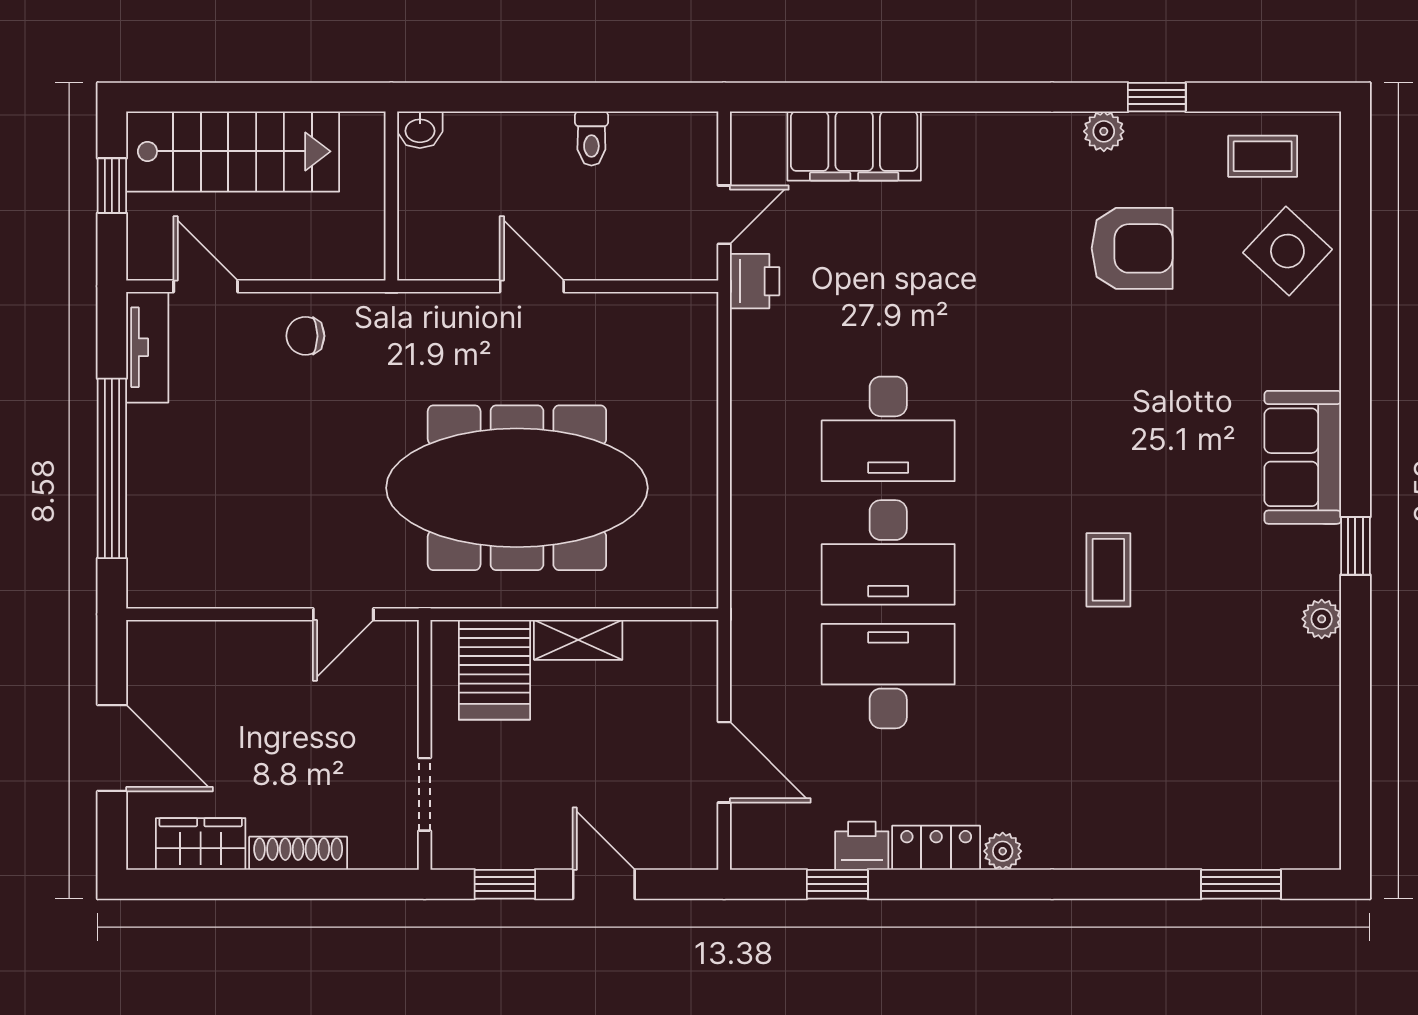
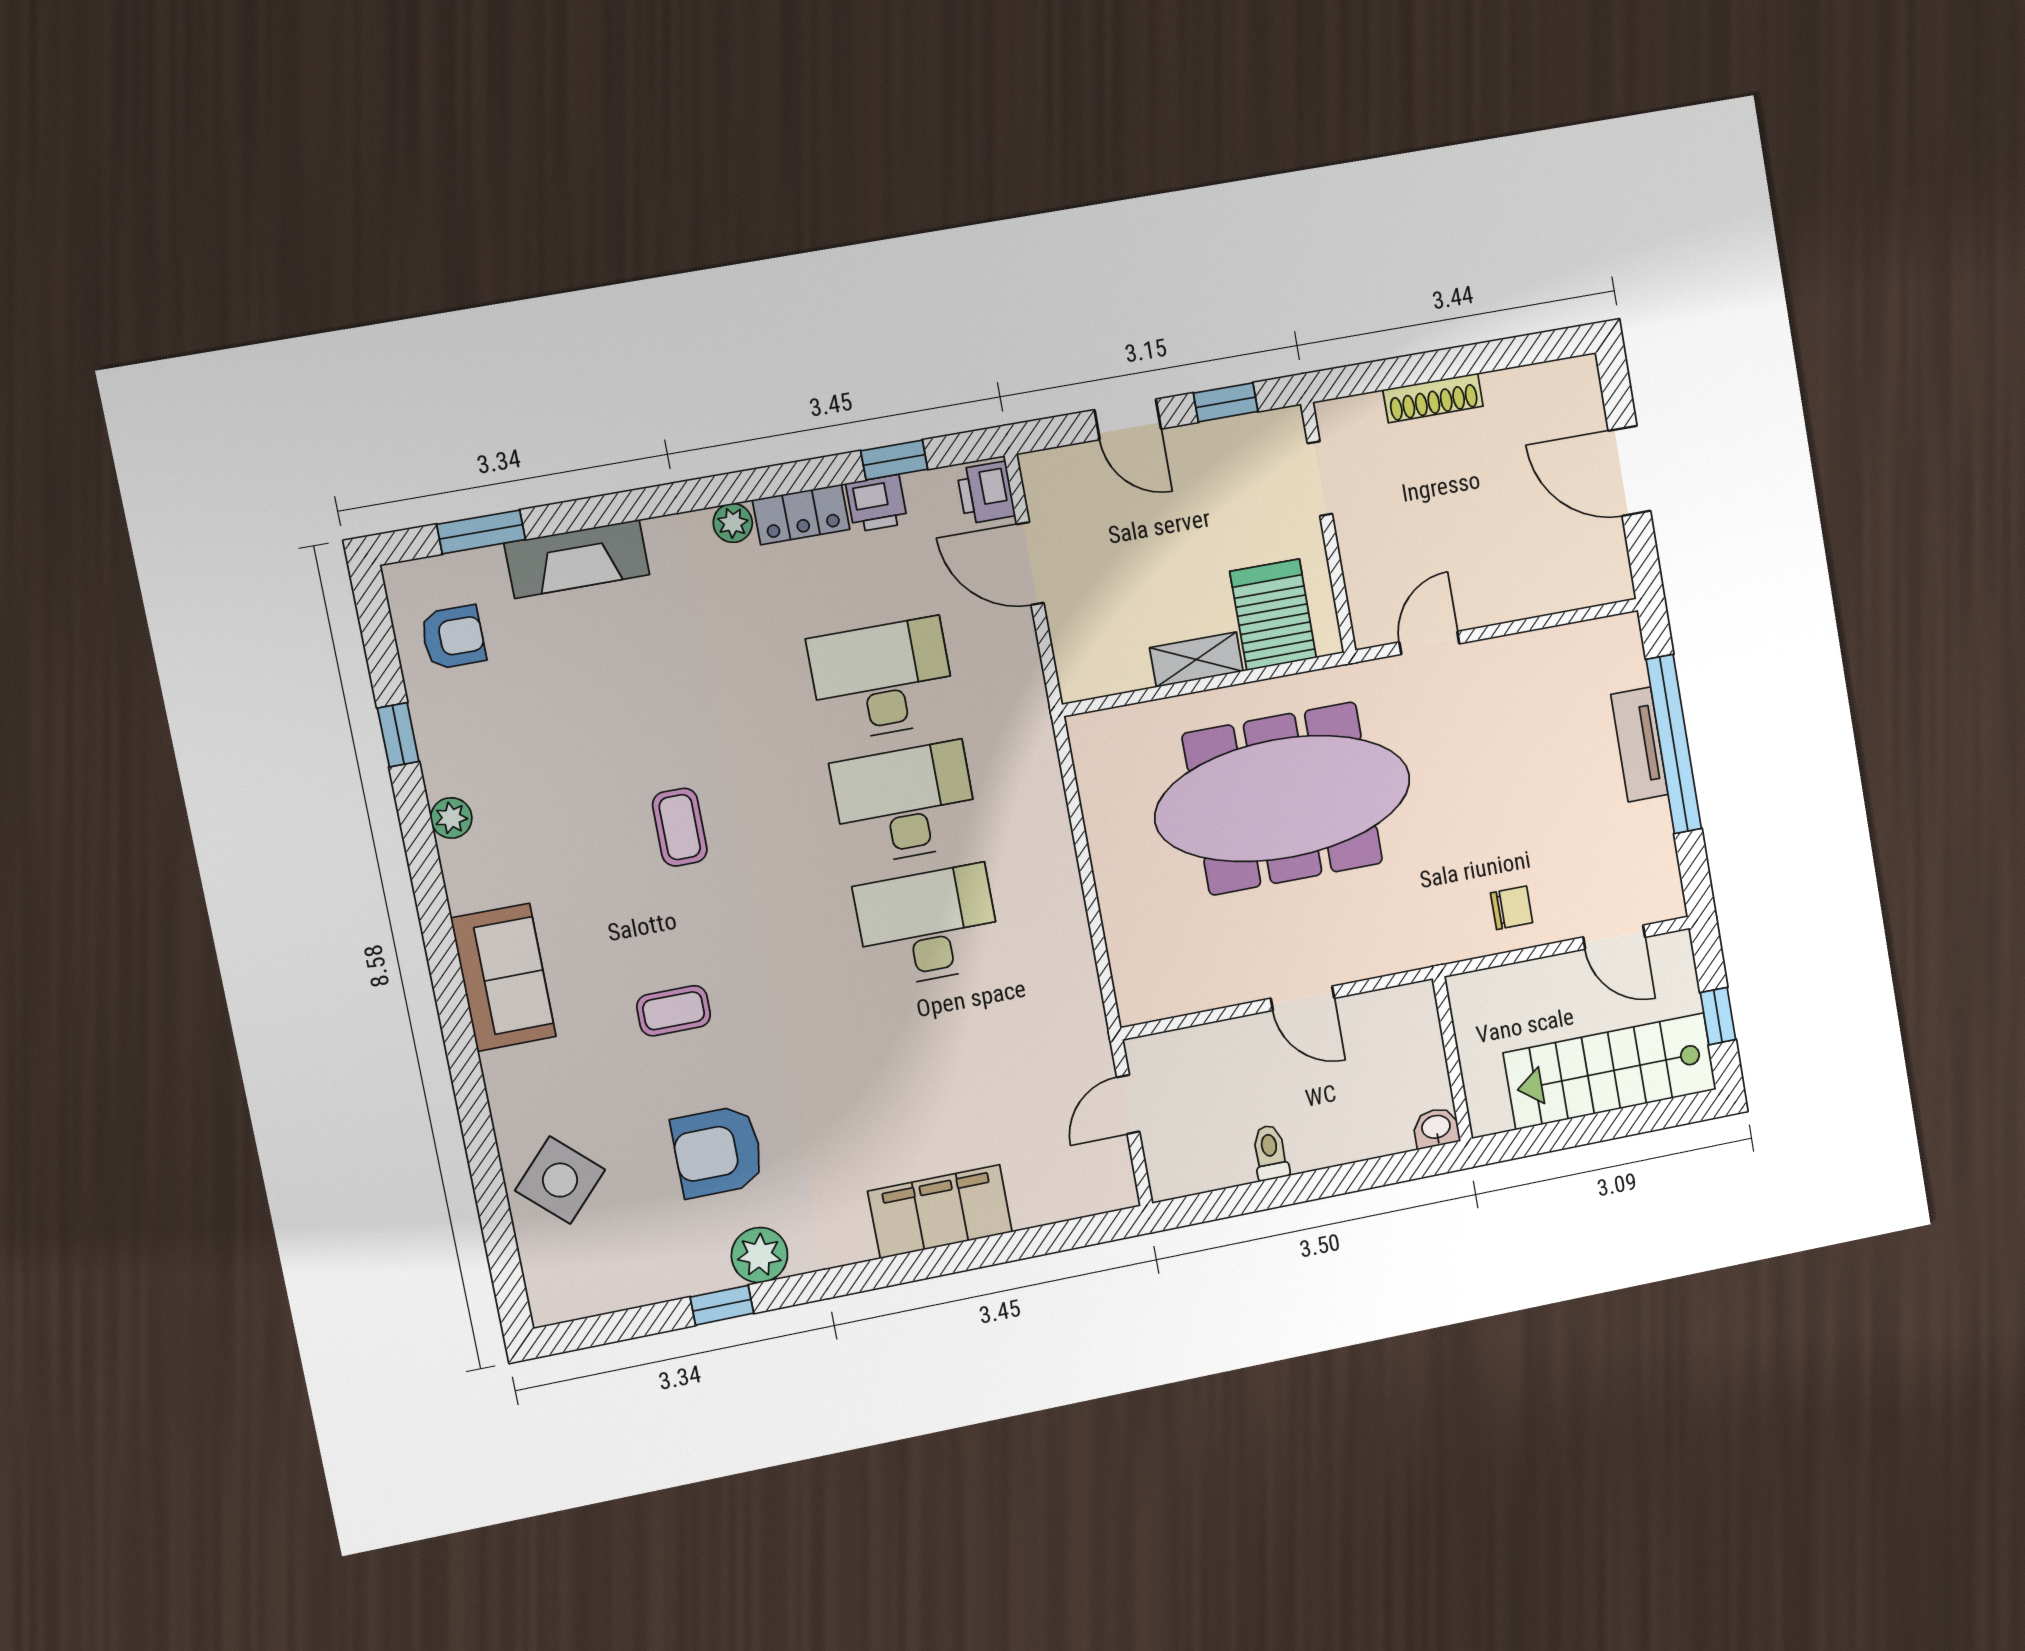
plant: (1104, 131) -> (759, 1255), width x1.38, depth x1.38
filing cabinet: (854, 146) -> (940, 1212), moved
coffee table: (1263, 156) -> (674, 1011), moved
printer: (755, 281) -> (986, 493), moved
tv unit: (147, 347) -> (1639, 745), moved
window: (1355, 546) -> (398, 735), moved
desk: (888, 676) -> (882, 679), turned 180
armchair: (1286, 790) -> (453, 637), added
fireplace: (1156, 843) -> (577, 559), added
wardrobe: (201, 844) -> (1529, 391), removed

